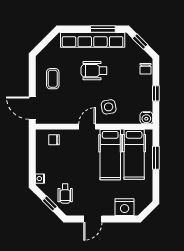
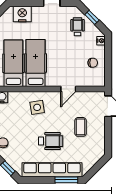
window: (103, 29) -> (66, 180), moved
coffee table: (53, 79) -> (81, 127), moved
door: (87, 127) -> (68, 89), moved
chair: (54, 140) -> (93, 63), moved

